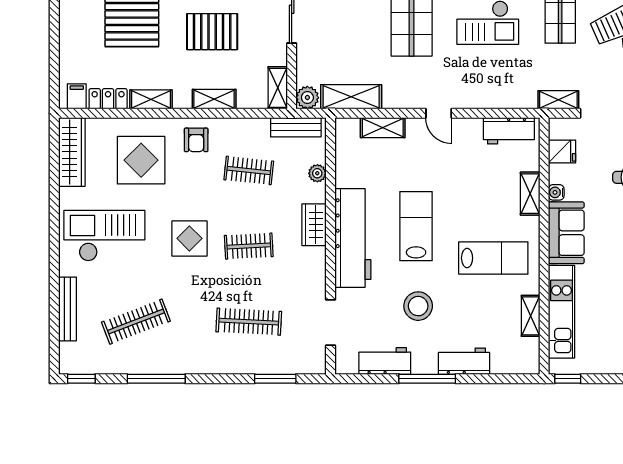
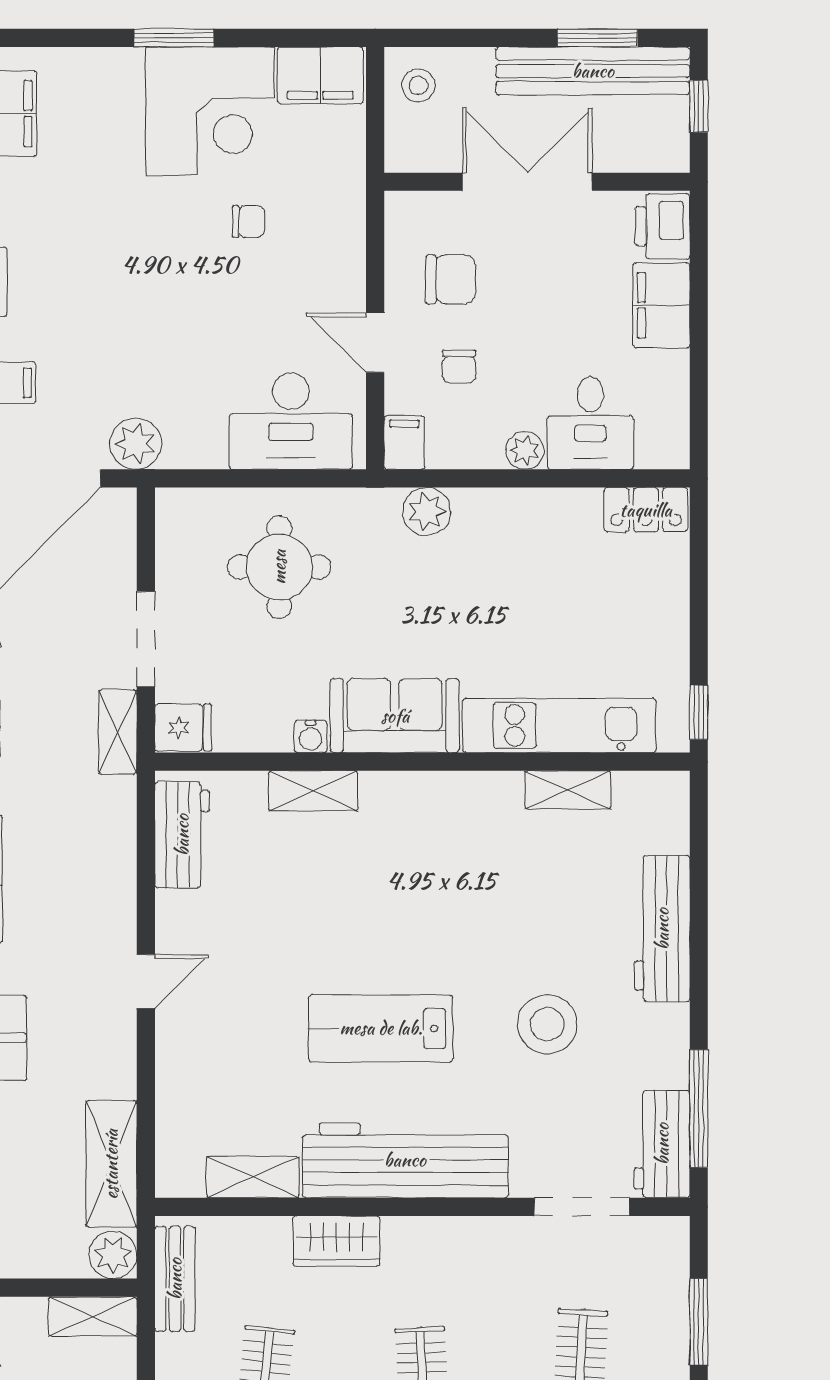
shelving: (383, 128) -> (253, 1177), moved, turned 90
fridge: (562, 151) -> (183, 728), moved, turned 90
plant: (317, 173) -> (271, 1234), removed
wardrobe: (314, 225) -> (336, 1241), moved
lab bench: (493, 258) -> (447, 867), removed
workbench: (385, 361) -> (662, 1144), moved
workbench: (464, 361) -> (662, 929), width x1.38
window: (427, 379) -> (699, 1108), moved

